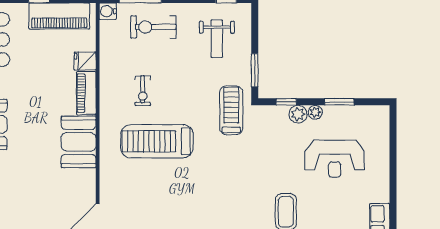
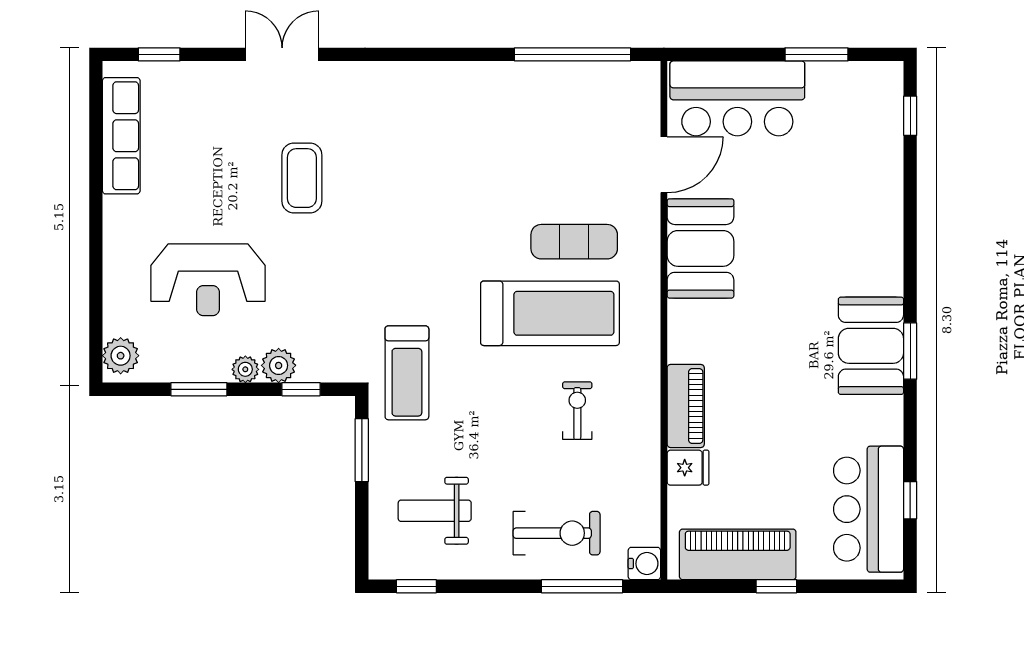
weight bench: (217, 39) -> (435, 511), turned -90
plant: (380, 119) -> (121, 356), added
booth: (79, 142) -> (700, 248), moved
reception desk: (335, 159) -> (208, 280), turned 180
exercise mat: (144, 179) -> (574, 242), added

